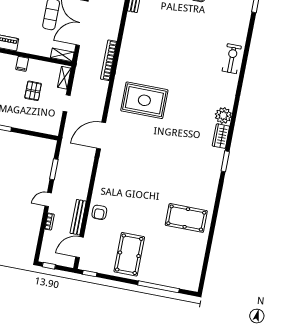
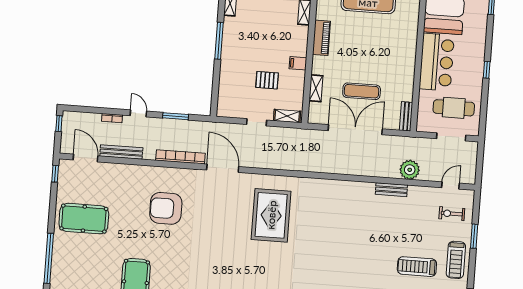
shelving: (62, 55) -> (316, 88), moved
bookcase: (109, 60) -> (180, 157), moved
armchair: (99, 212) -> (166, 208), moved, width x1.88, depth x1.88

